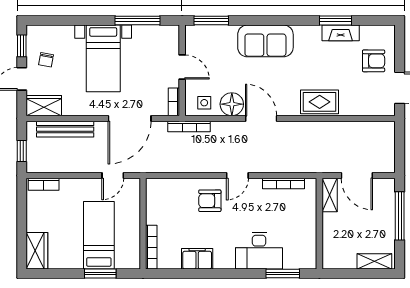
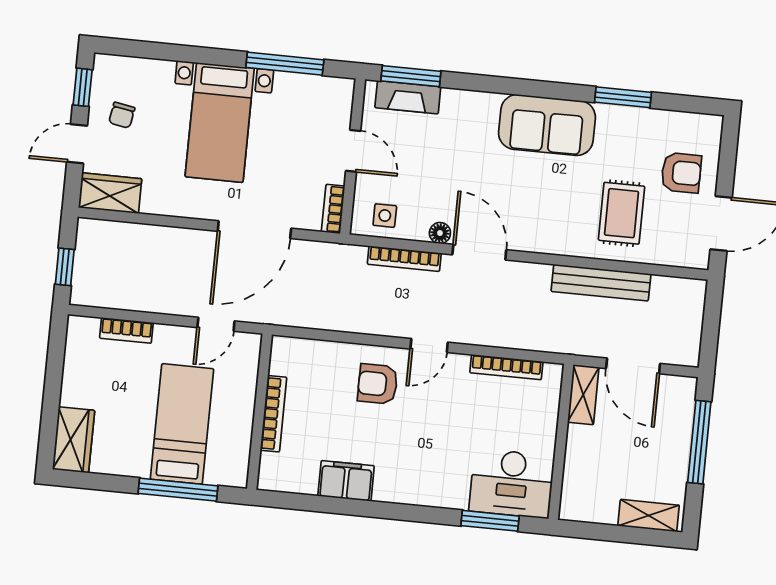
fireplace: (341, 33) -> (408, 97), moved
sofa: (265, 41) -> (547, 125), moved
rug: (320, 102) -> (621, 213), moved, turned 90
floor lamp: (232, 104) -> (440, 233), width x0.53, depth x0.53
bookcase: (189, 127) -> (404, 259), moved
bench: (65, 129) -> (601, 283), moved
bookcase: (44, 184) -> (126, 330), moved
bookcase: (151, 247) -> (274, 414), moved
desk: (259, 251) -> (512, 483), moved
window: (100, 274) -> (178, 490), width x1.44

